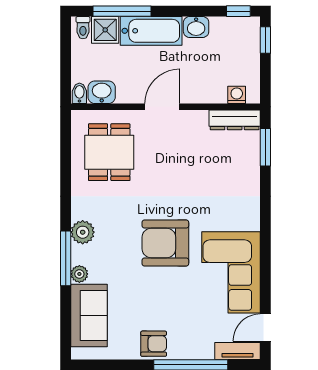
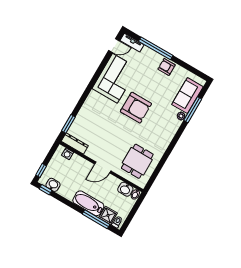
washbasin: (196, 27) -> (53, 185), moved
plant: (83, 232) -> (169, 133), removed
window: (66, 258) -> (193, 110), moved

